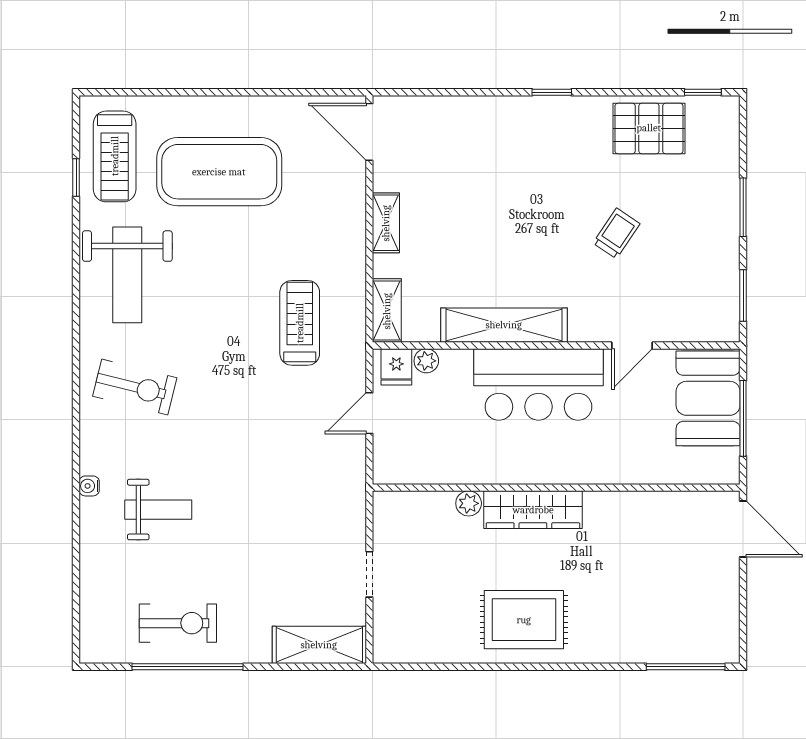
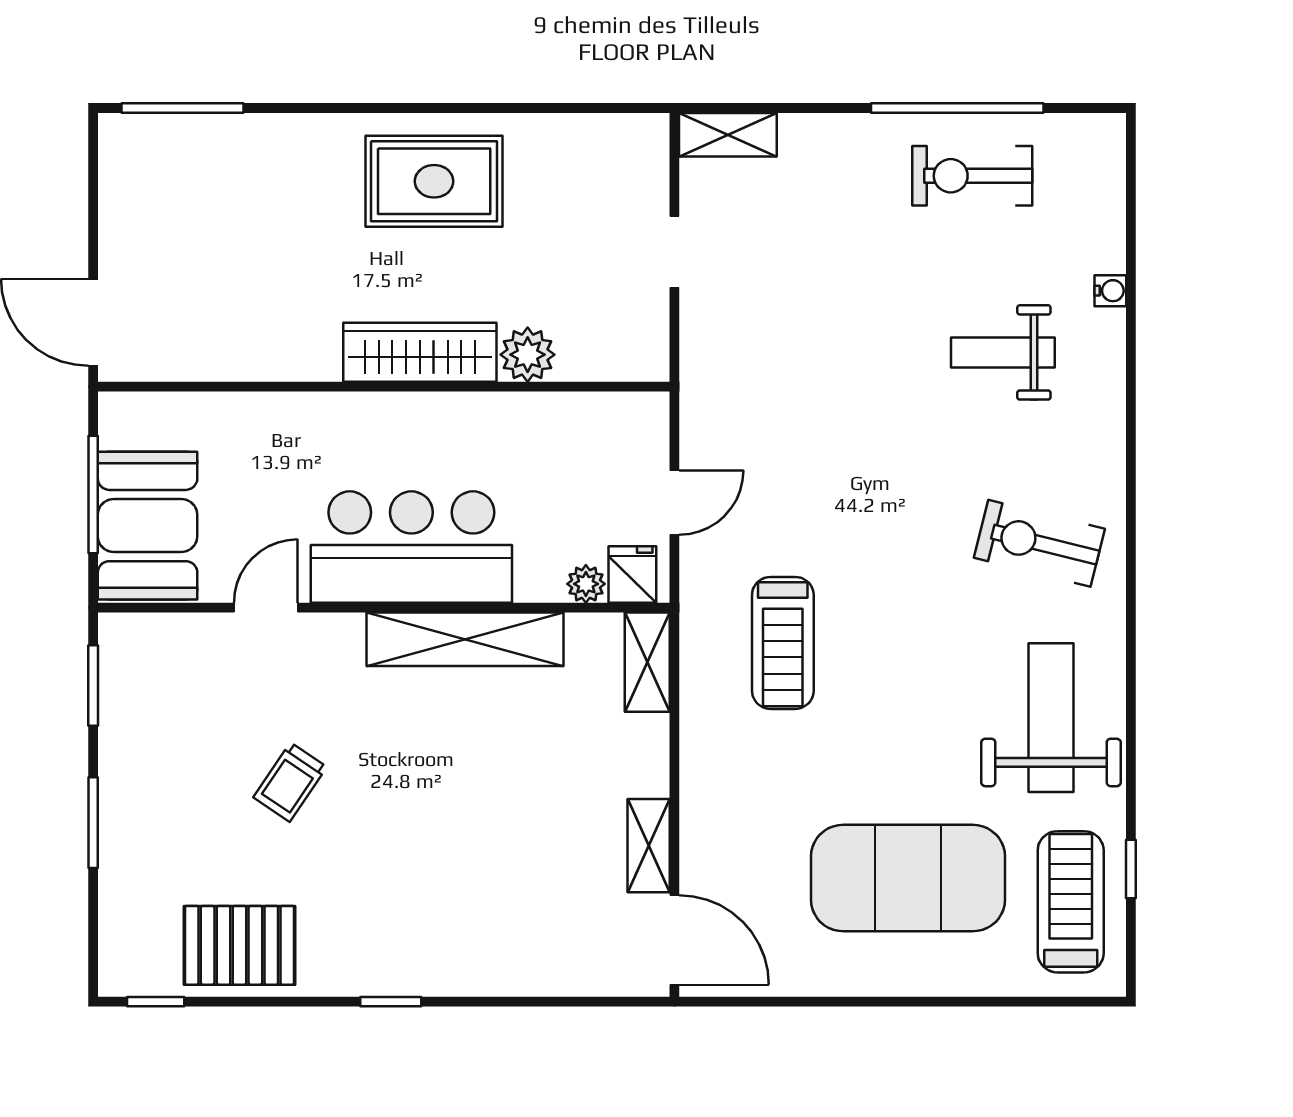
shelving: (386, 223) -> (649, 846), moved
water cooler: (89, 486) -> (1110, 291), moved
plant: (469, 503) -> (528, 355), width x1.38, depth x1.38
shelving: (319, 645) -> (728, 135), width x0.67, depth x0.75

